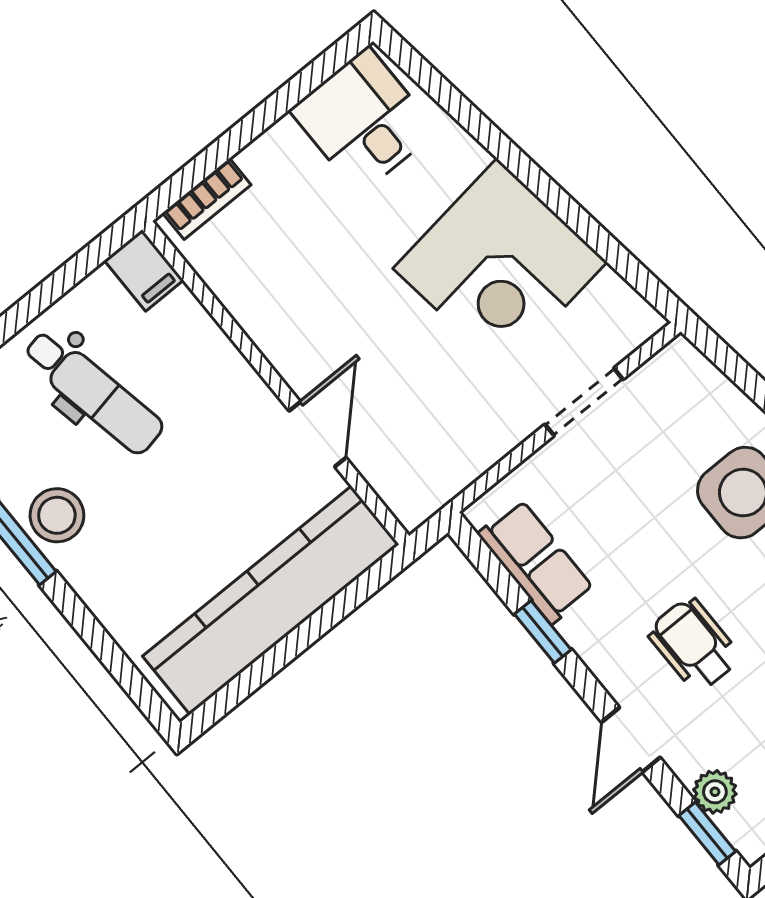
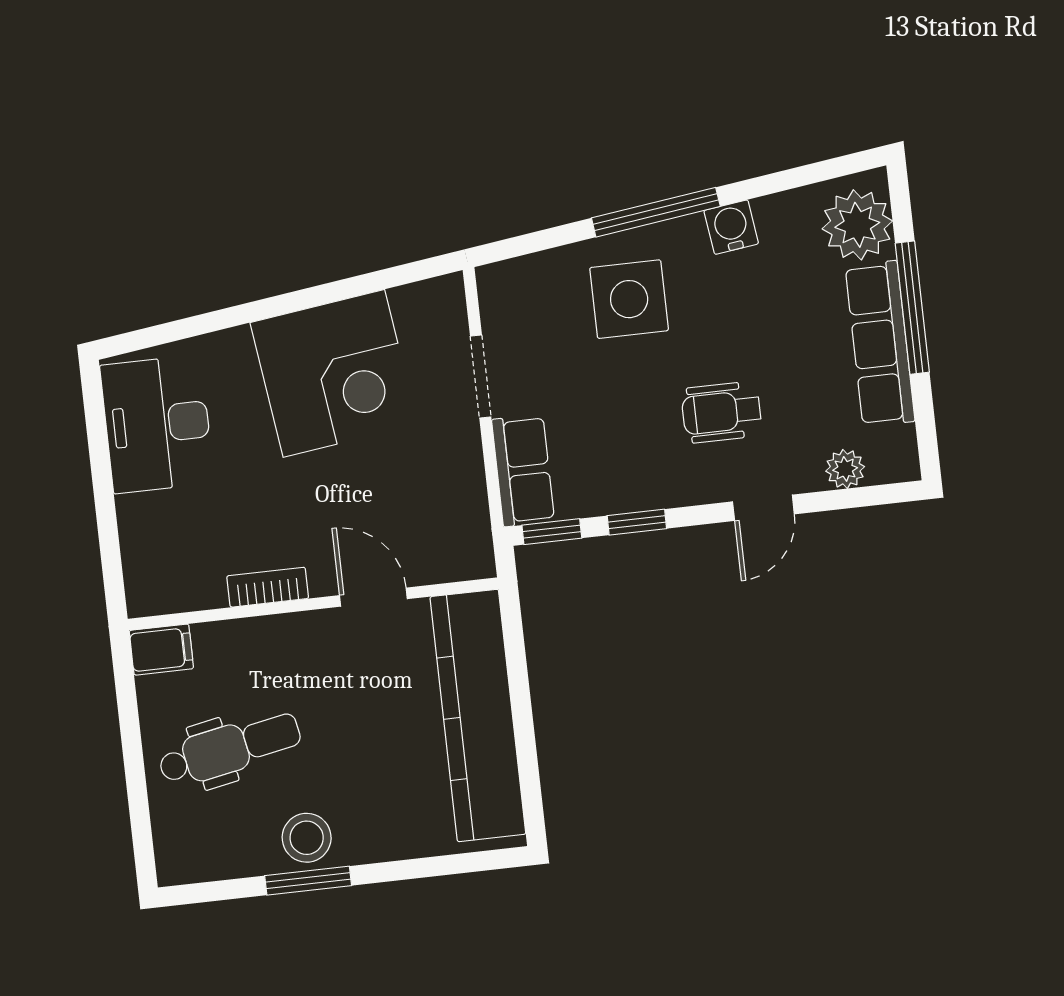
desk: (363, 121) -> (157, 424), width x1.37
bookcase: (207, 199) -> (268, 587), moved, turned -90
row of seats: (536, 562) -> (523, 470), moved, turned 90
door: (631, 740) -> (763, 508), hinge flipped
window: (707, 833) -> (552, 532), moved

